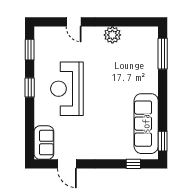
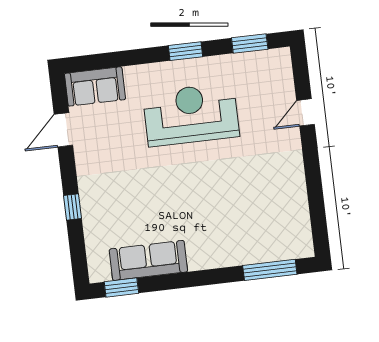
plant: (112, 35) -> (291, 181), removed
sofa: (146, 124) -> (148, 260), width x0.74, depth x0.79
window: (133, 164) -> (73, 207), moved

